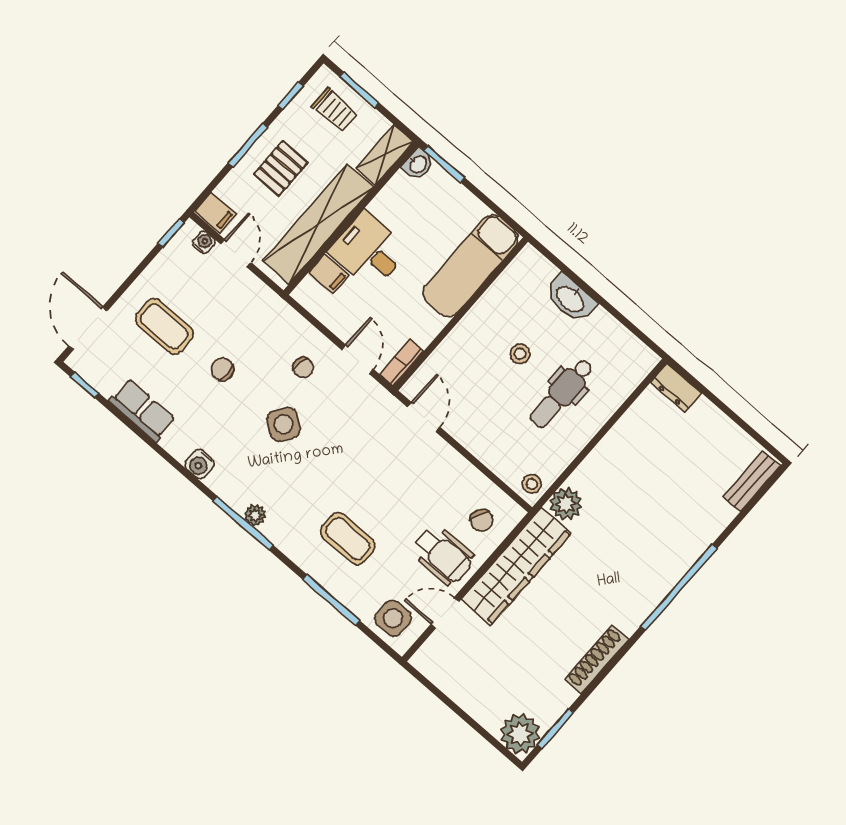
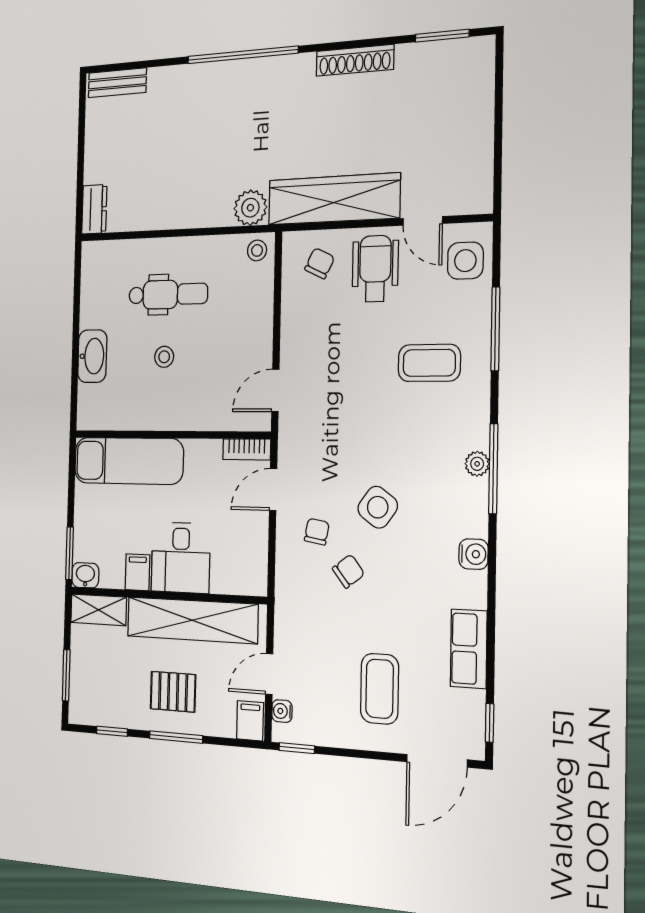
trolley: (335, 110) -> (96, 683), removed
filing cabinet: (329, 274) -> (137, 572), moved
chair: (222, 369) -> (348, 571), moved, turned -128
coffee table: (348, 539) -> (429, 363), turned 90
plant: (520, 734) -> (472, 60), removed

